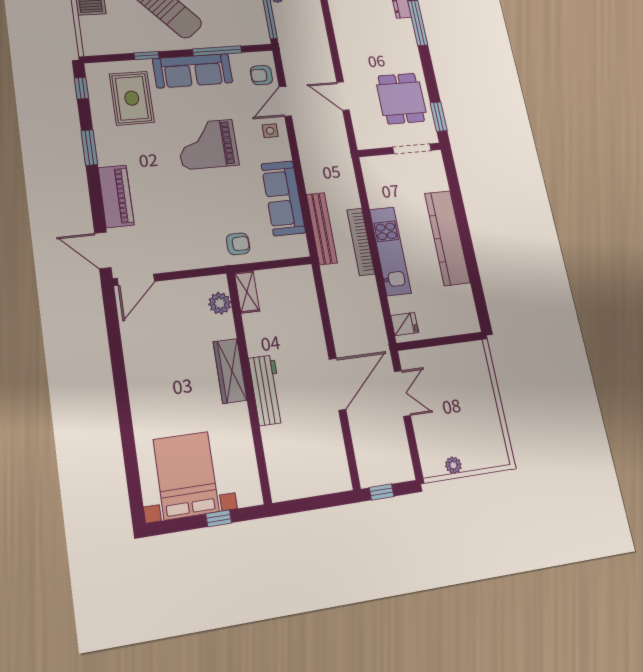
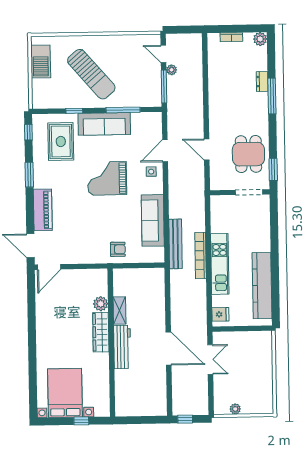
armchair: (261, 75) -> (151, 130), removed
kitchen counter: (447, 238) -> (262, 286), moved
shelving: (247, 292) -> (120, 310), moved
plant: (220, 303) -> (101, 304), moved
door: (337, 384) -> (169, 349), hinge flipped

